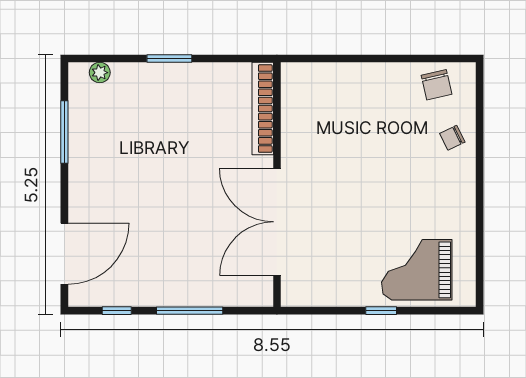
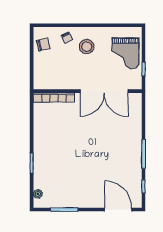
bookcase: (263, 109) -> (54, 97), moved
stool: (432, 183) -> (87, 47), added
wall: (277, 185) -> (88, 91), moved
double door: (277, 222) -> (104, 91), moved

